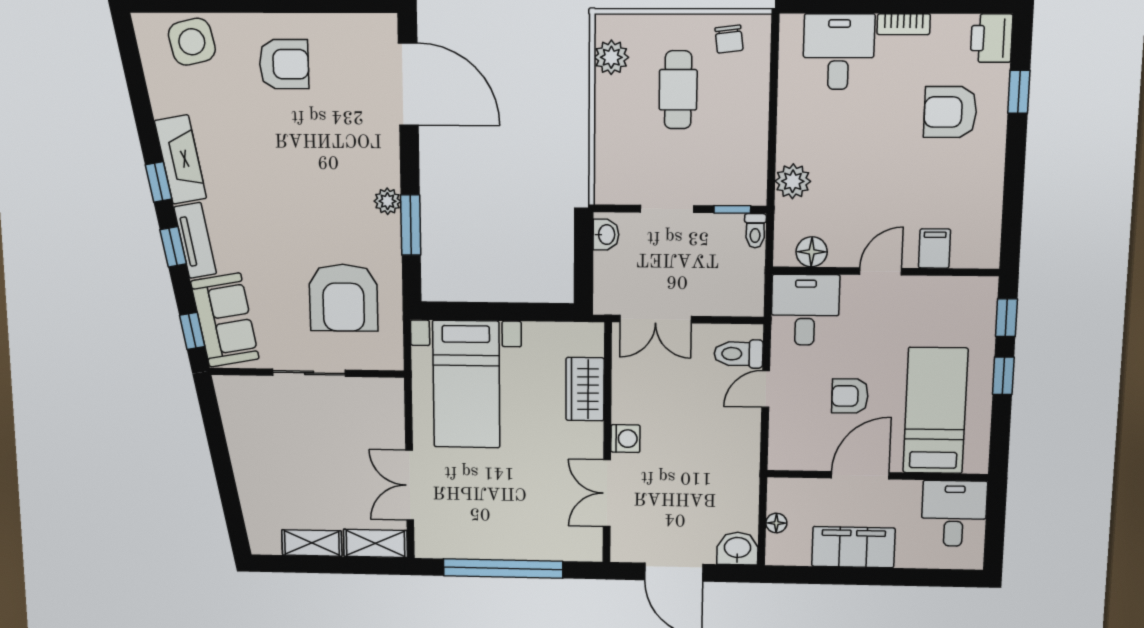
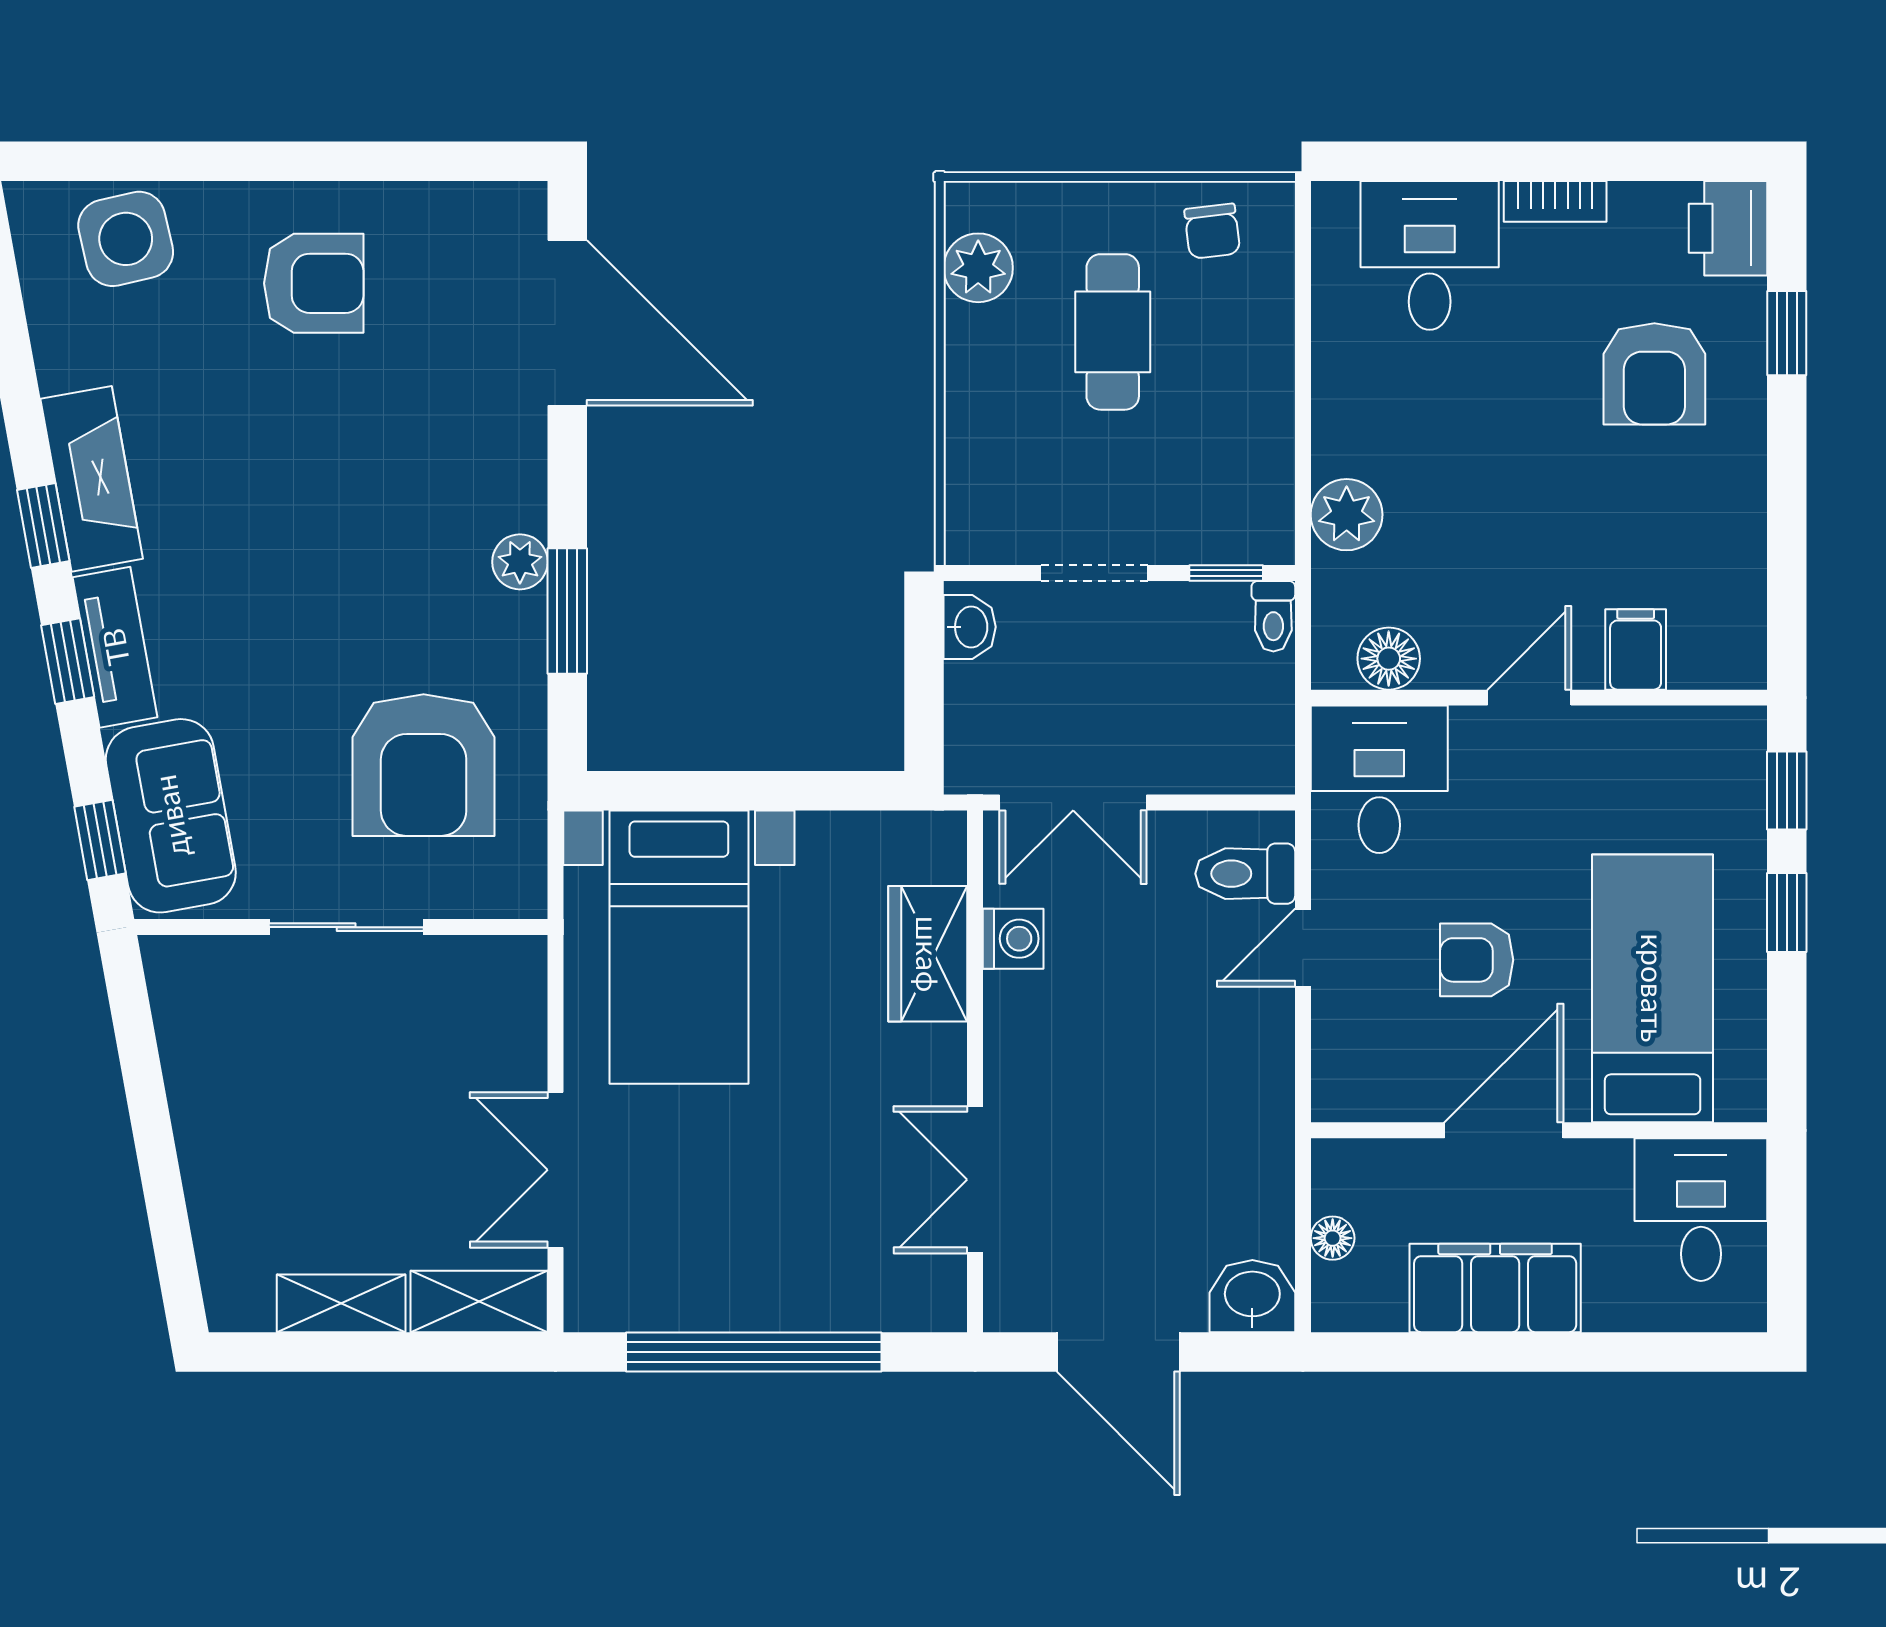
armchair: (950, 112) -> (1654, 374), turned -90
washing machine: (625, 439) -> (1013, 939), moved

